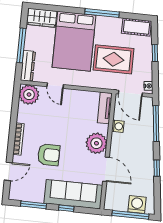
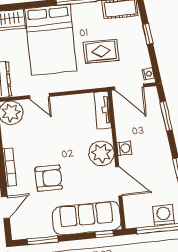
rug: (113, 59) -> (101, 51), width x0.73, depth x0.70
window: (156, 124) -> (166, 116), width x0.69
washing machine: (118, 126) -> (124, 148), moved
window: (66, 208) -> (104, 234), moved

